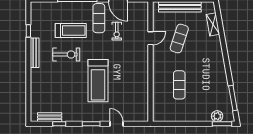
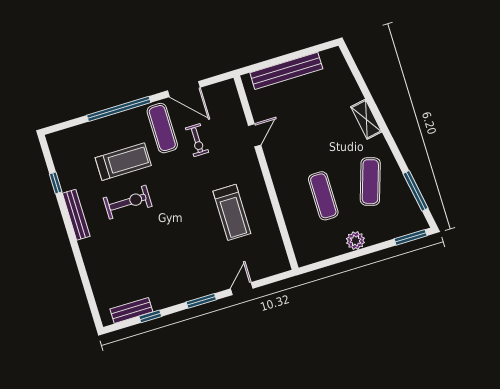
shelving: (213, 24) -> (366, 119), moved
exercise mat: (179, 38) -> (370, 182), moved
treadmill: (98, 81) -> (232, 212), moved, width x0.73, depth x0.73
plant: (217, 116) -> (355, 241), moved
door: (117, 124) -> (242, 289), hinge flipped

